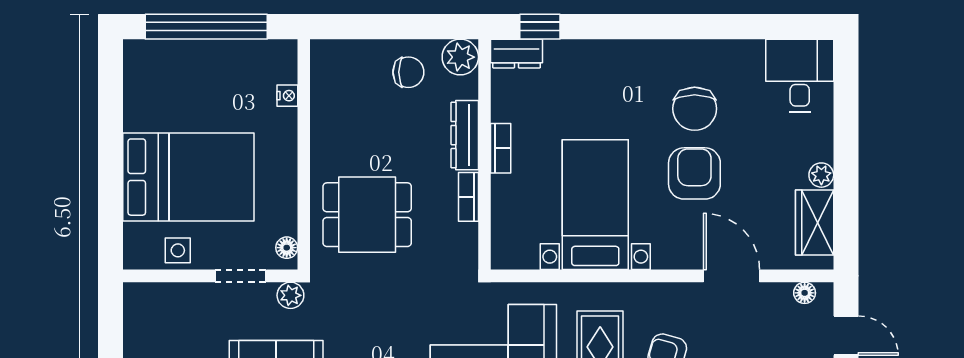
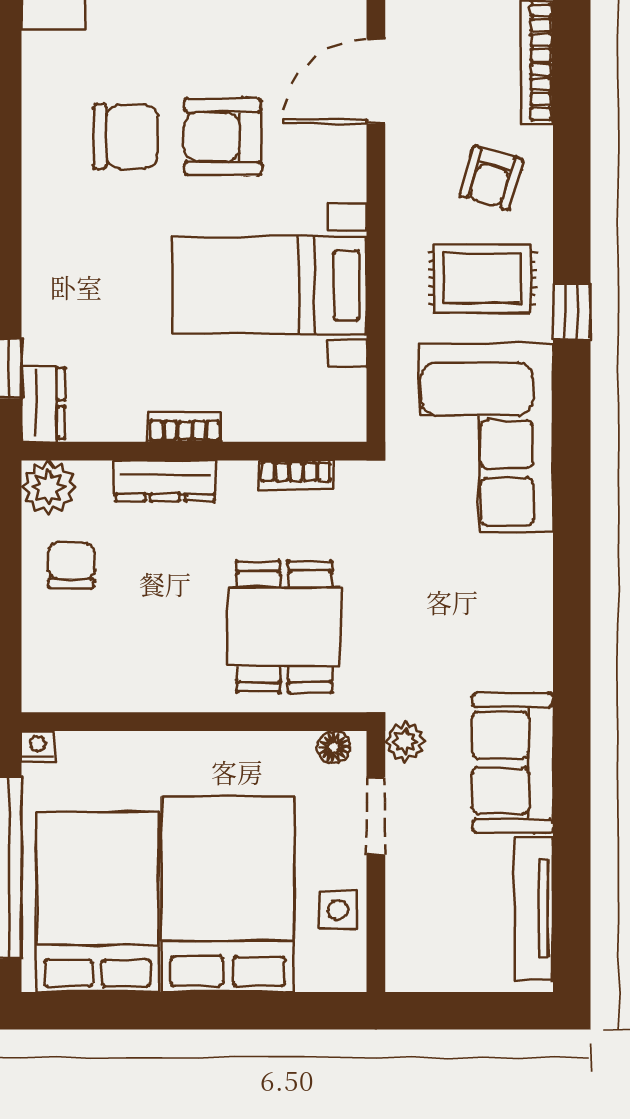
bed: (183, 90) -> (97, 902), added
nightstand: (287, 96) -> (38, 746), moved
bookcase: (468, 197) -> (296, 475), moved

